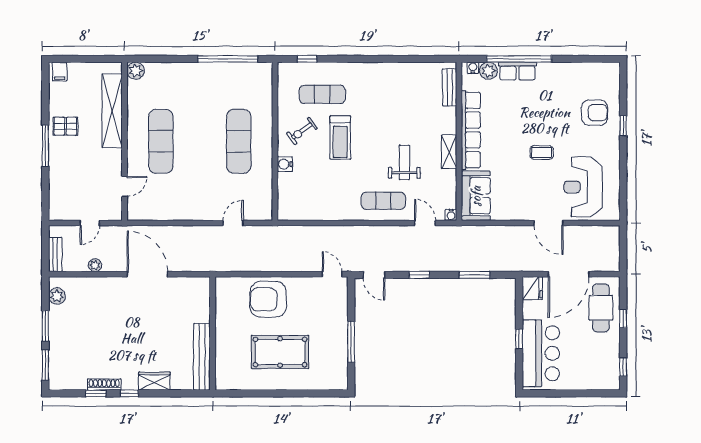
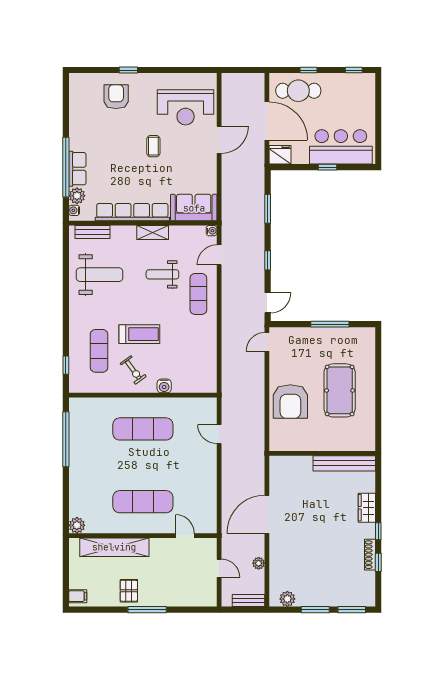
weight bench: (404, 95) -> (99, 275), added

